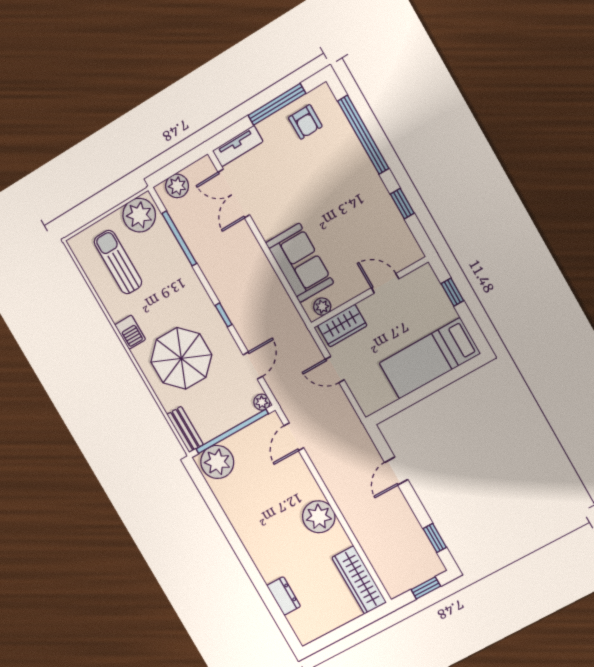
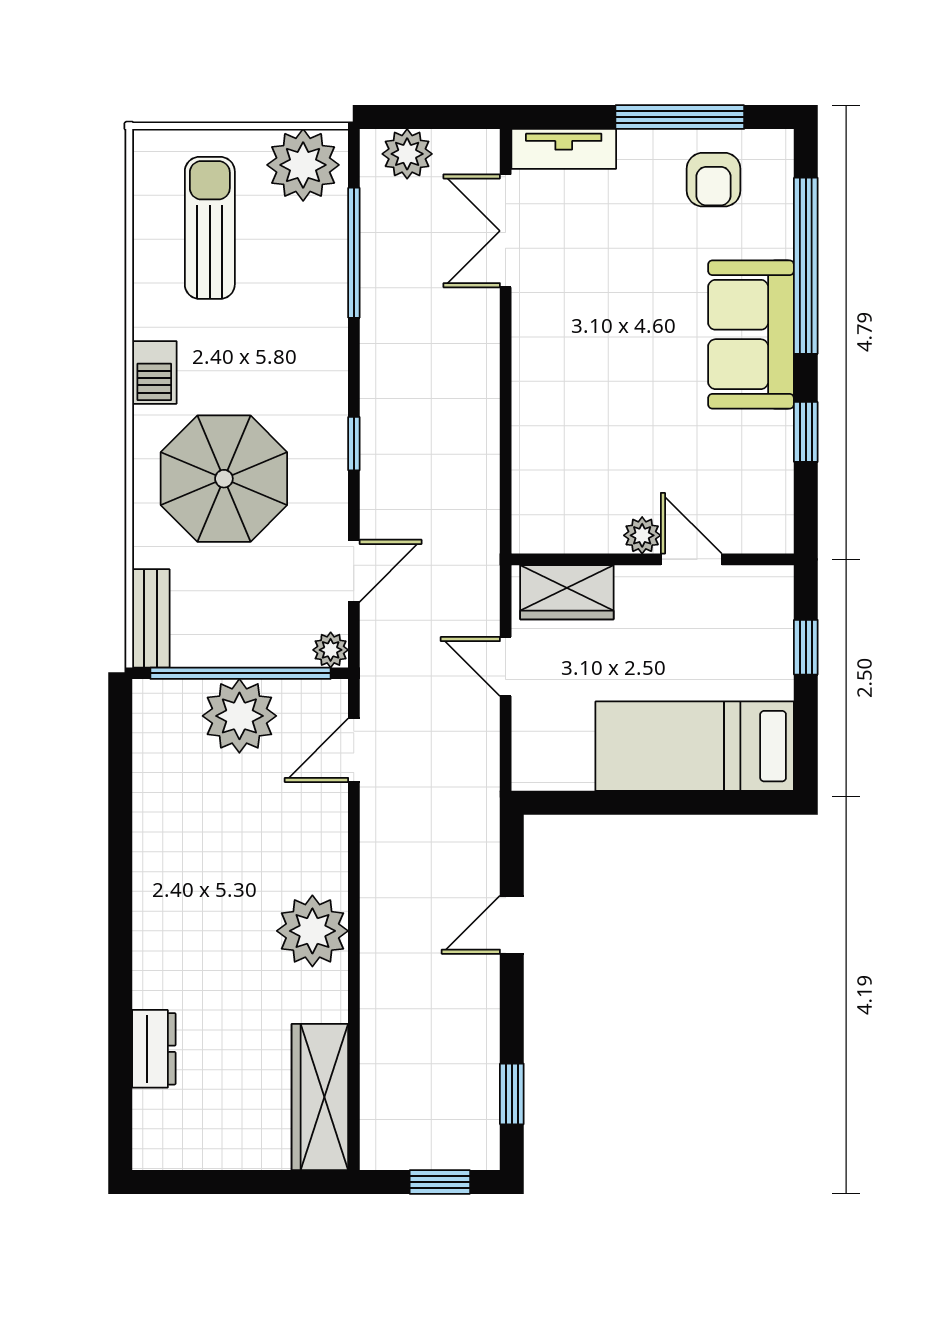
sofa: (300, 263) -> (751, 334), moved, turned 180
plant: (322, 307) -> (642, 535), moved
plant: (217, 462) -> (239, 716), moved

